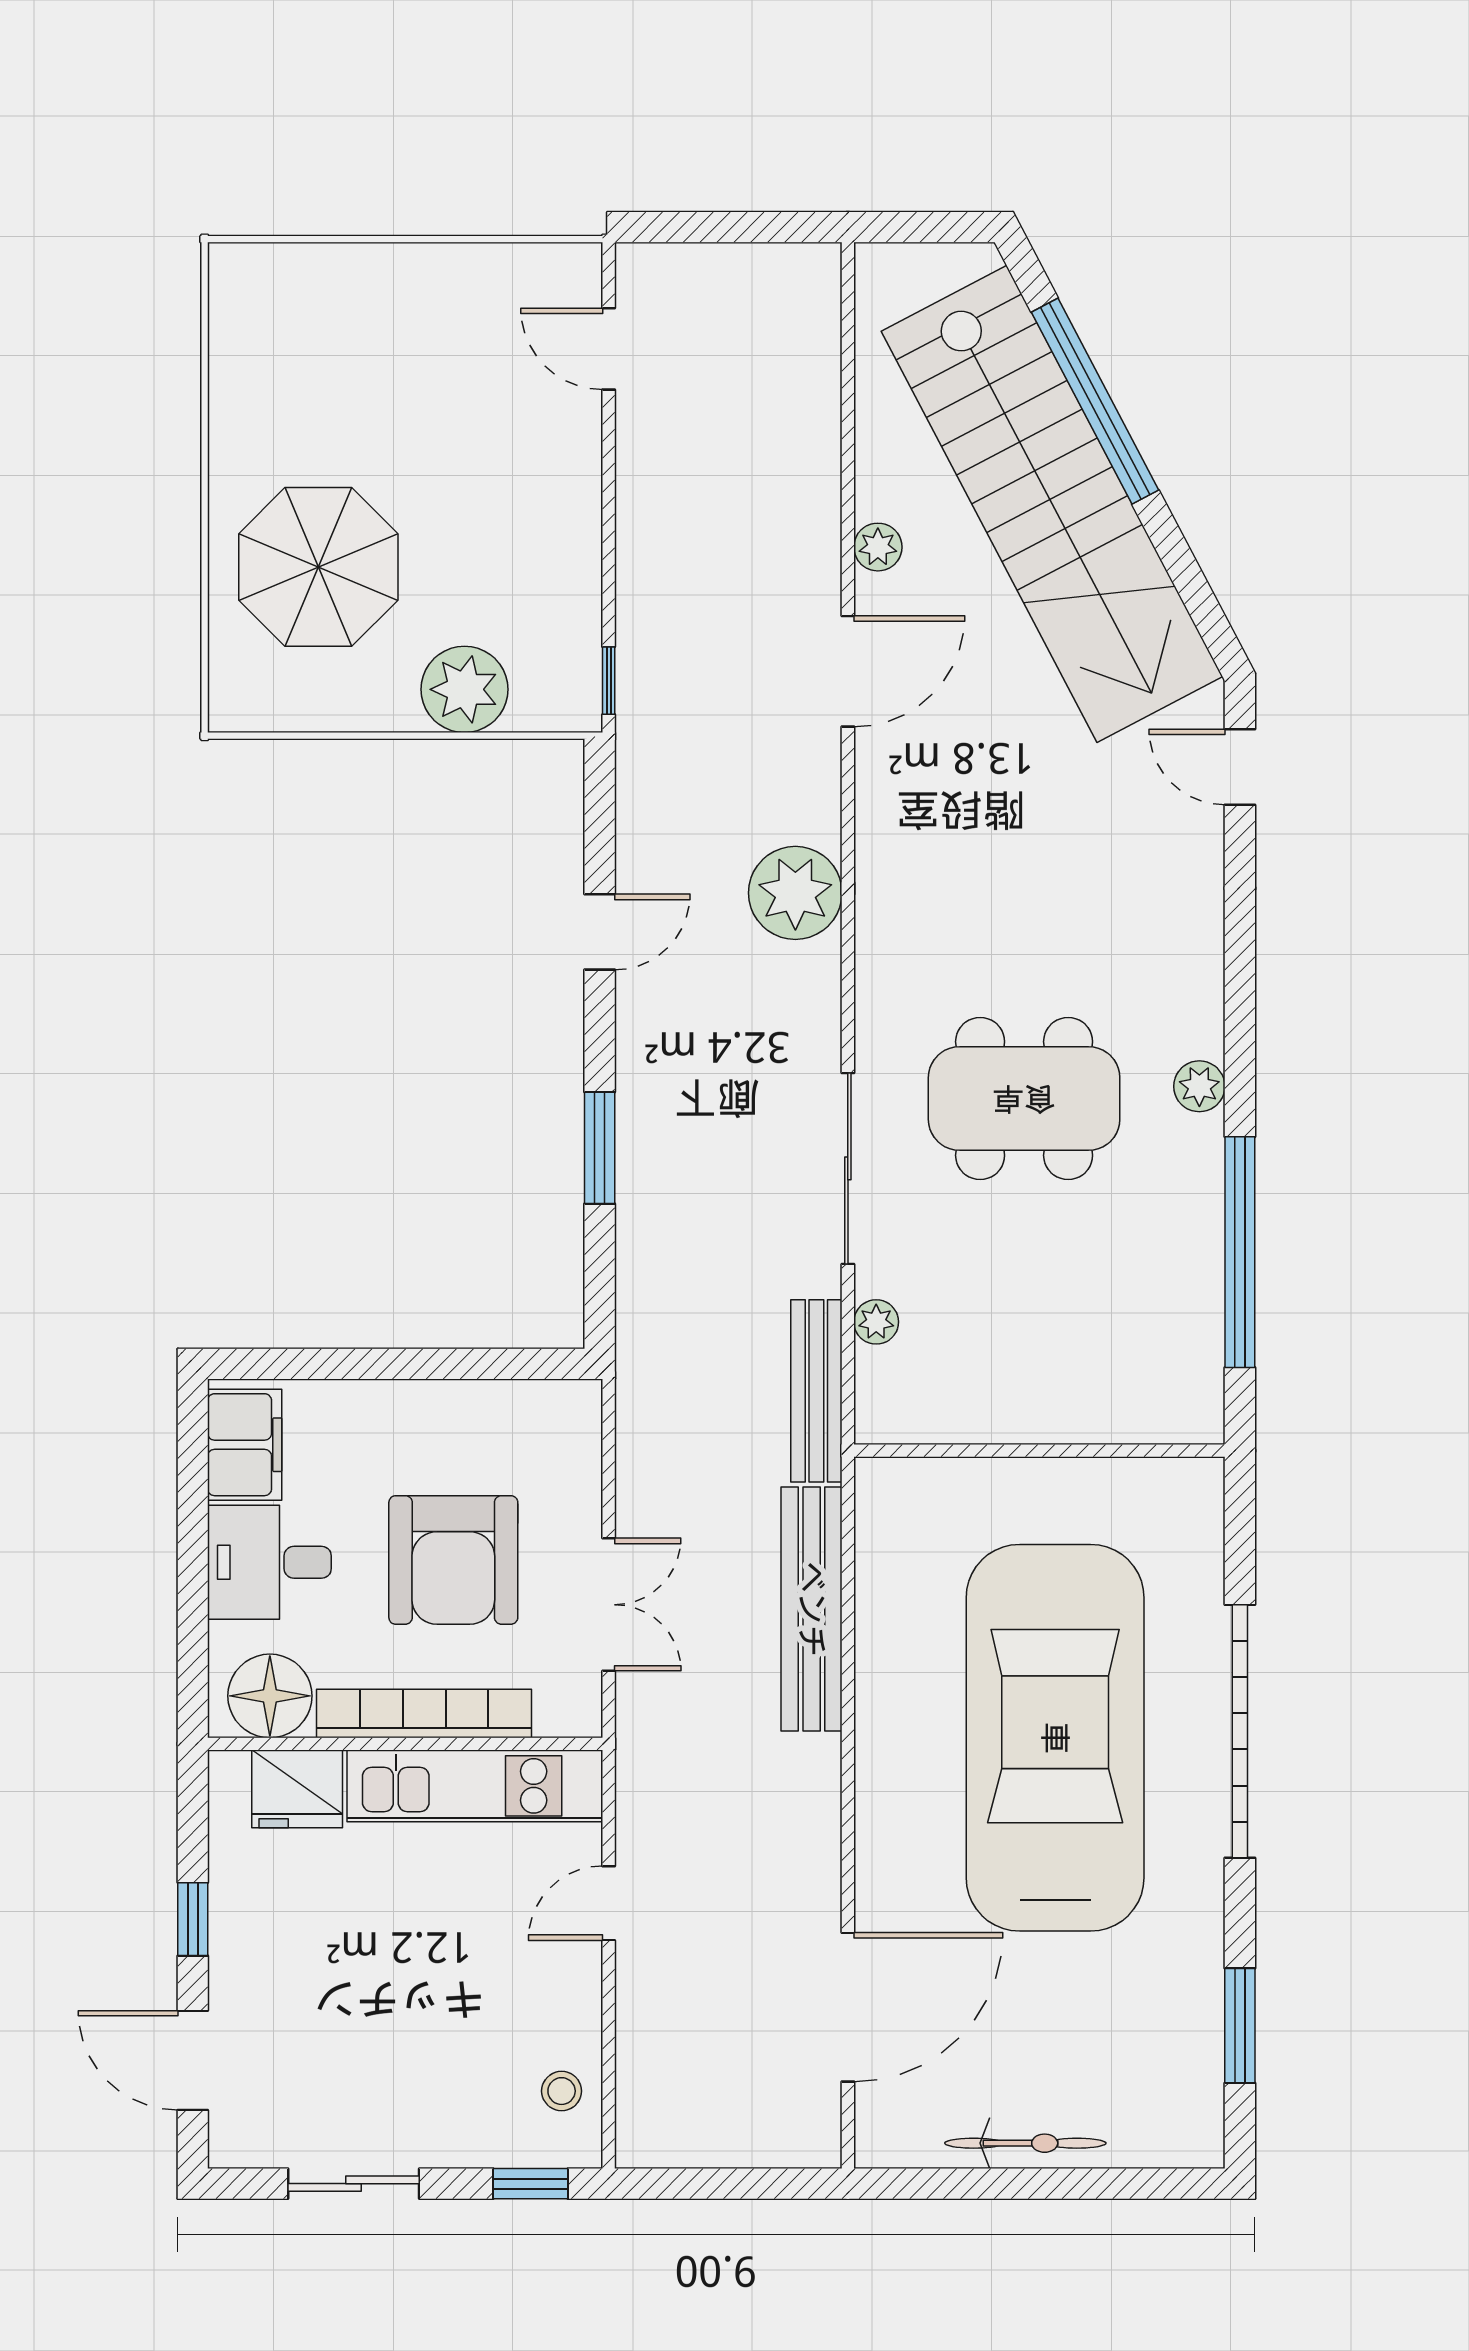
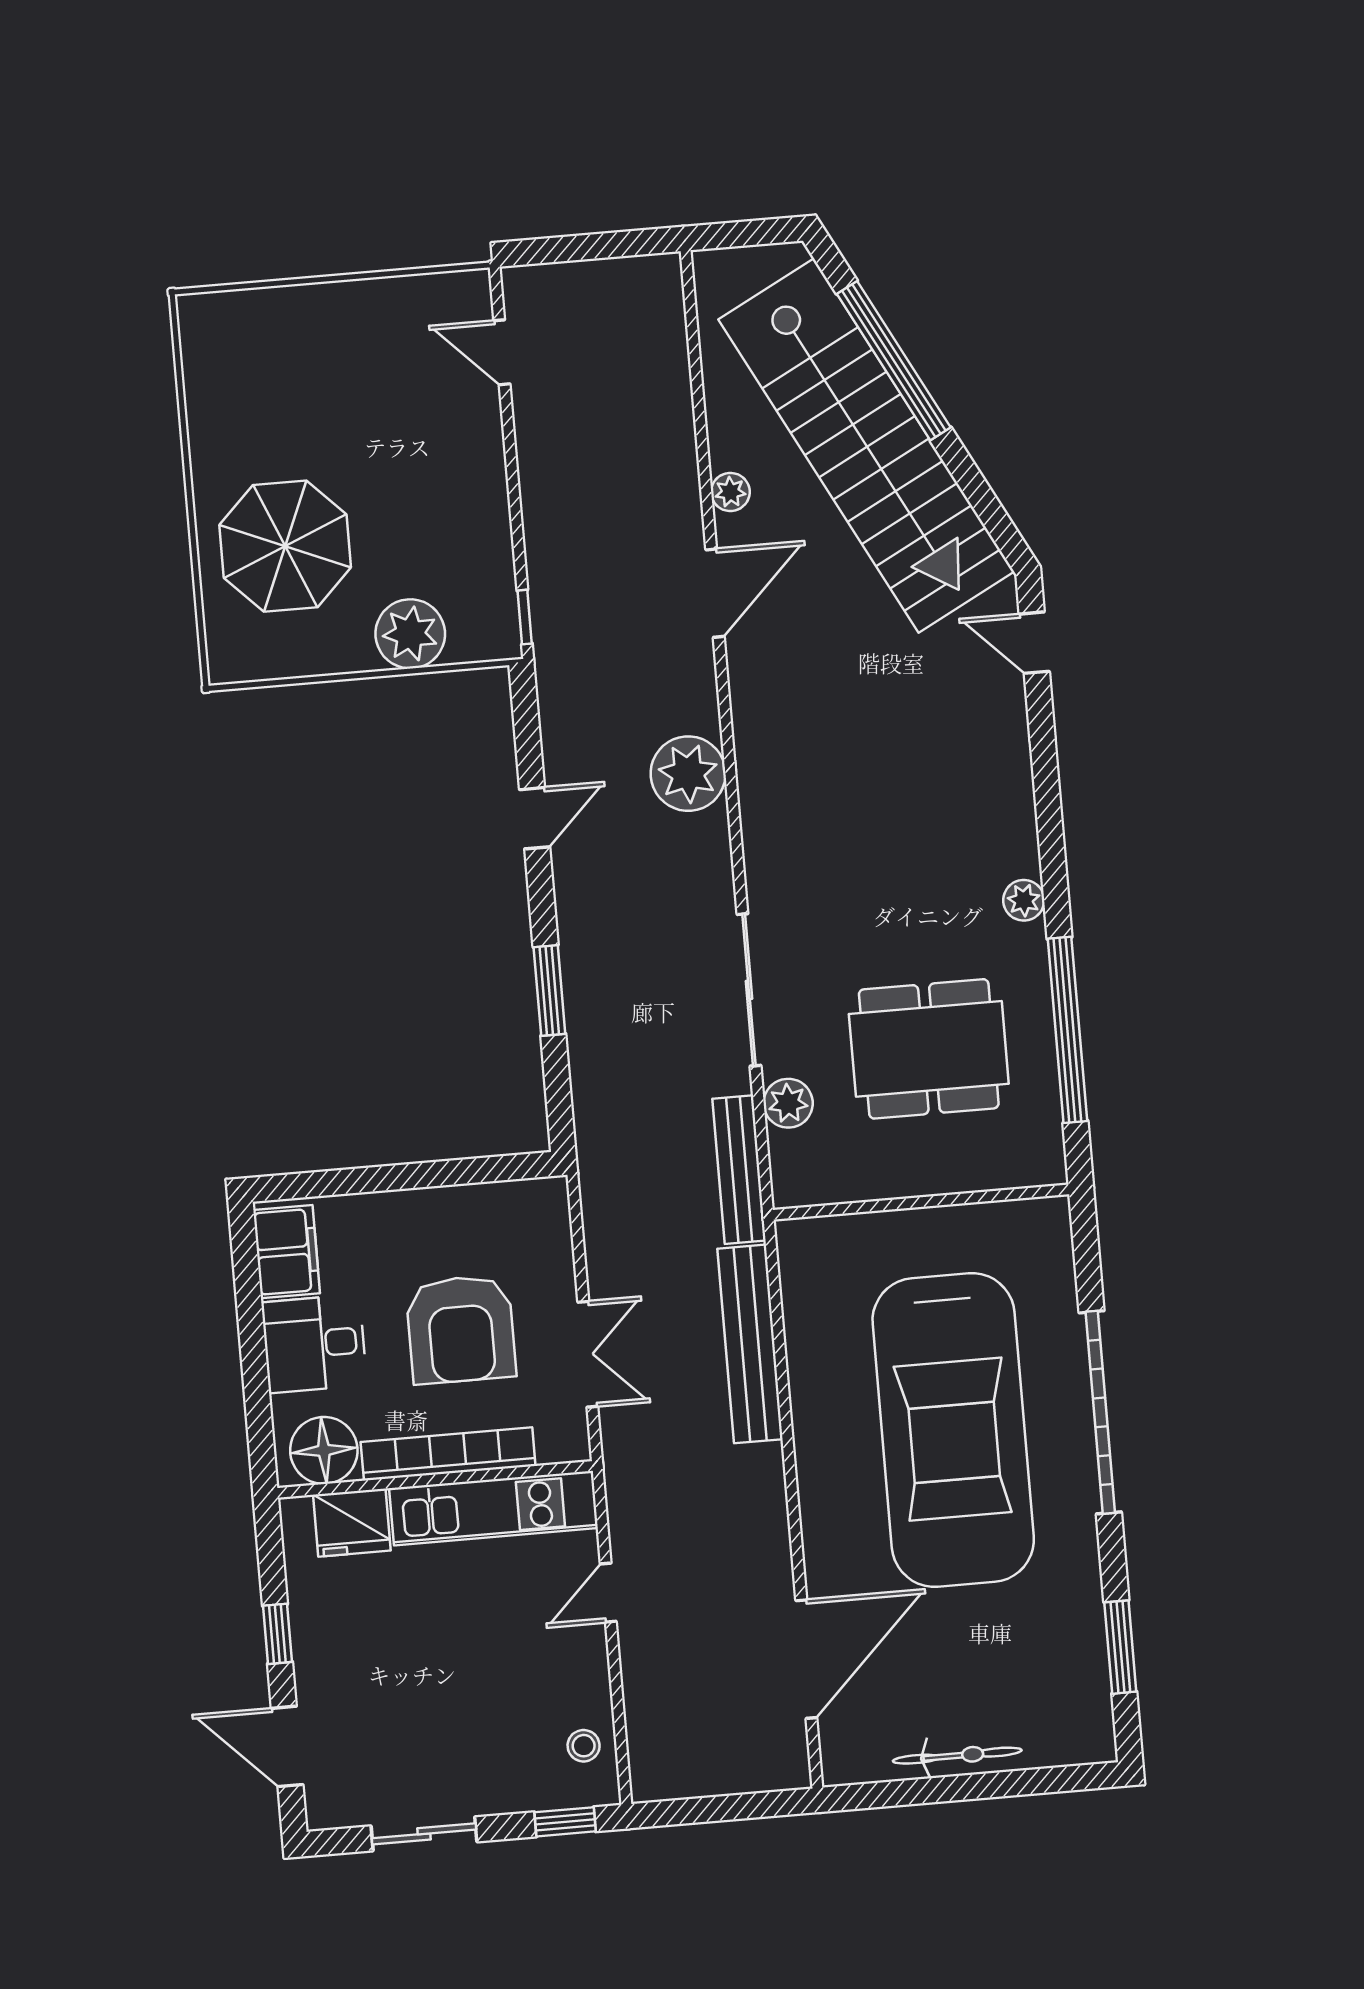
dining table: (1024, 1099) -> (929, 1049), moved
plant: (876, 1322) -> (788, 1103), width x1.38, depth x1.38
car: (1055, 1738) -> (953, 1430), turned 180

